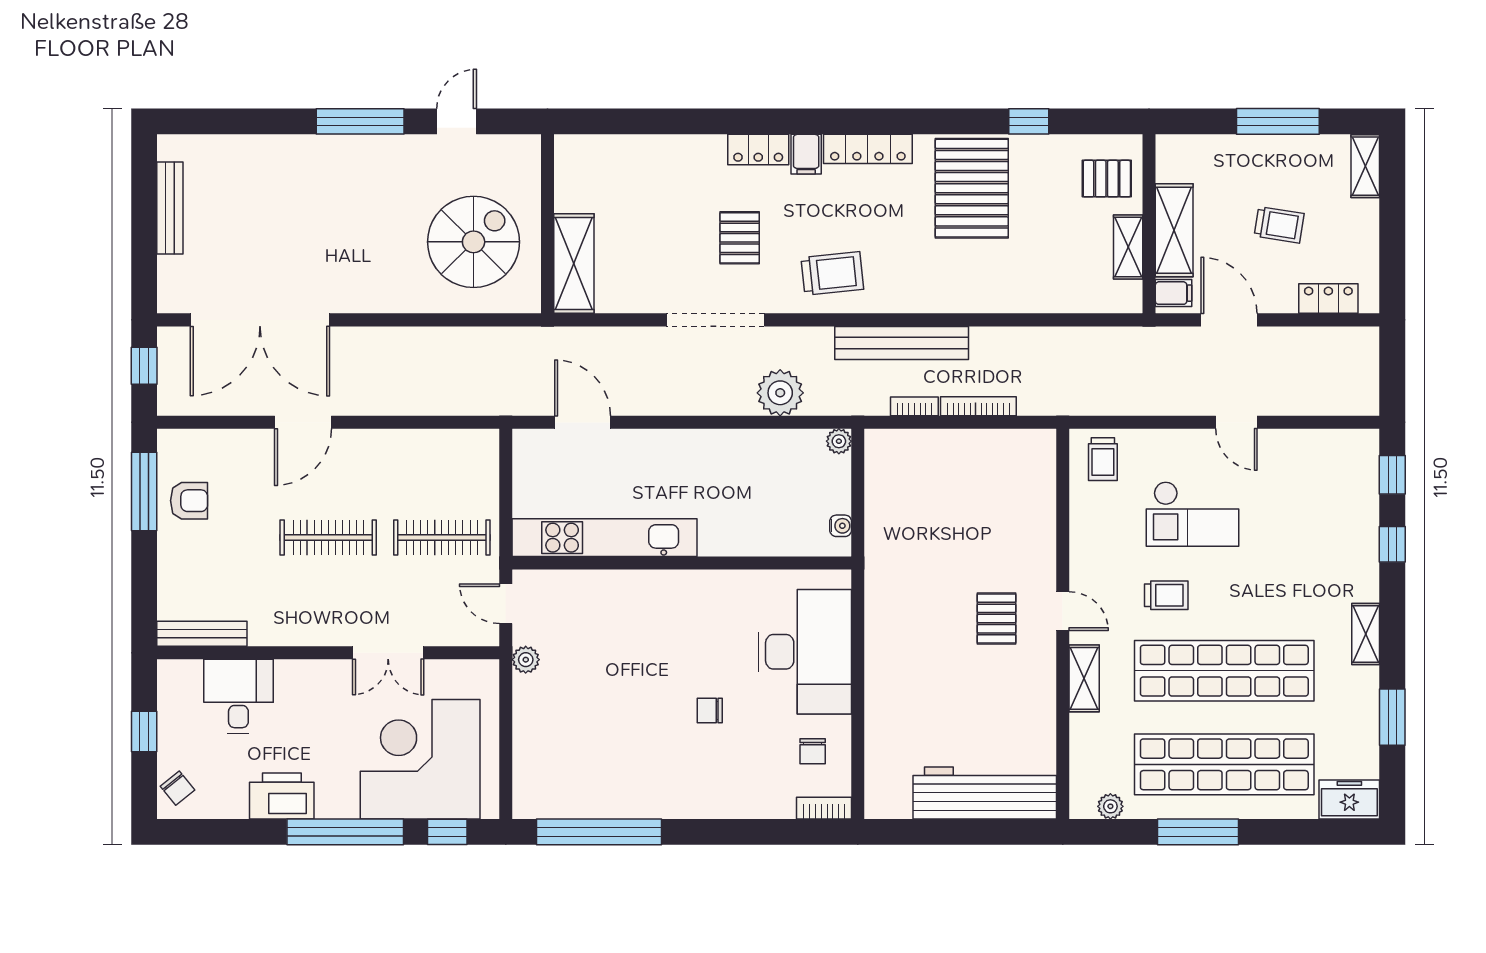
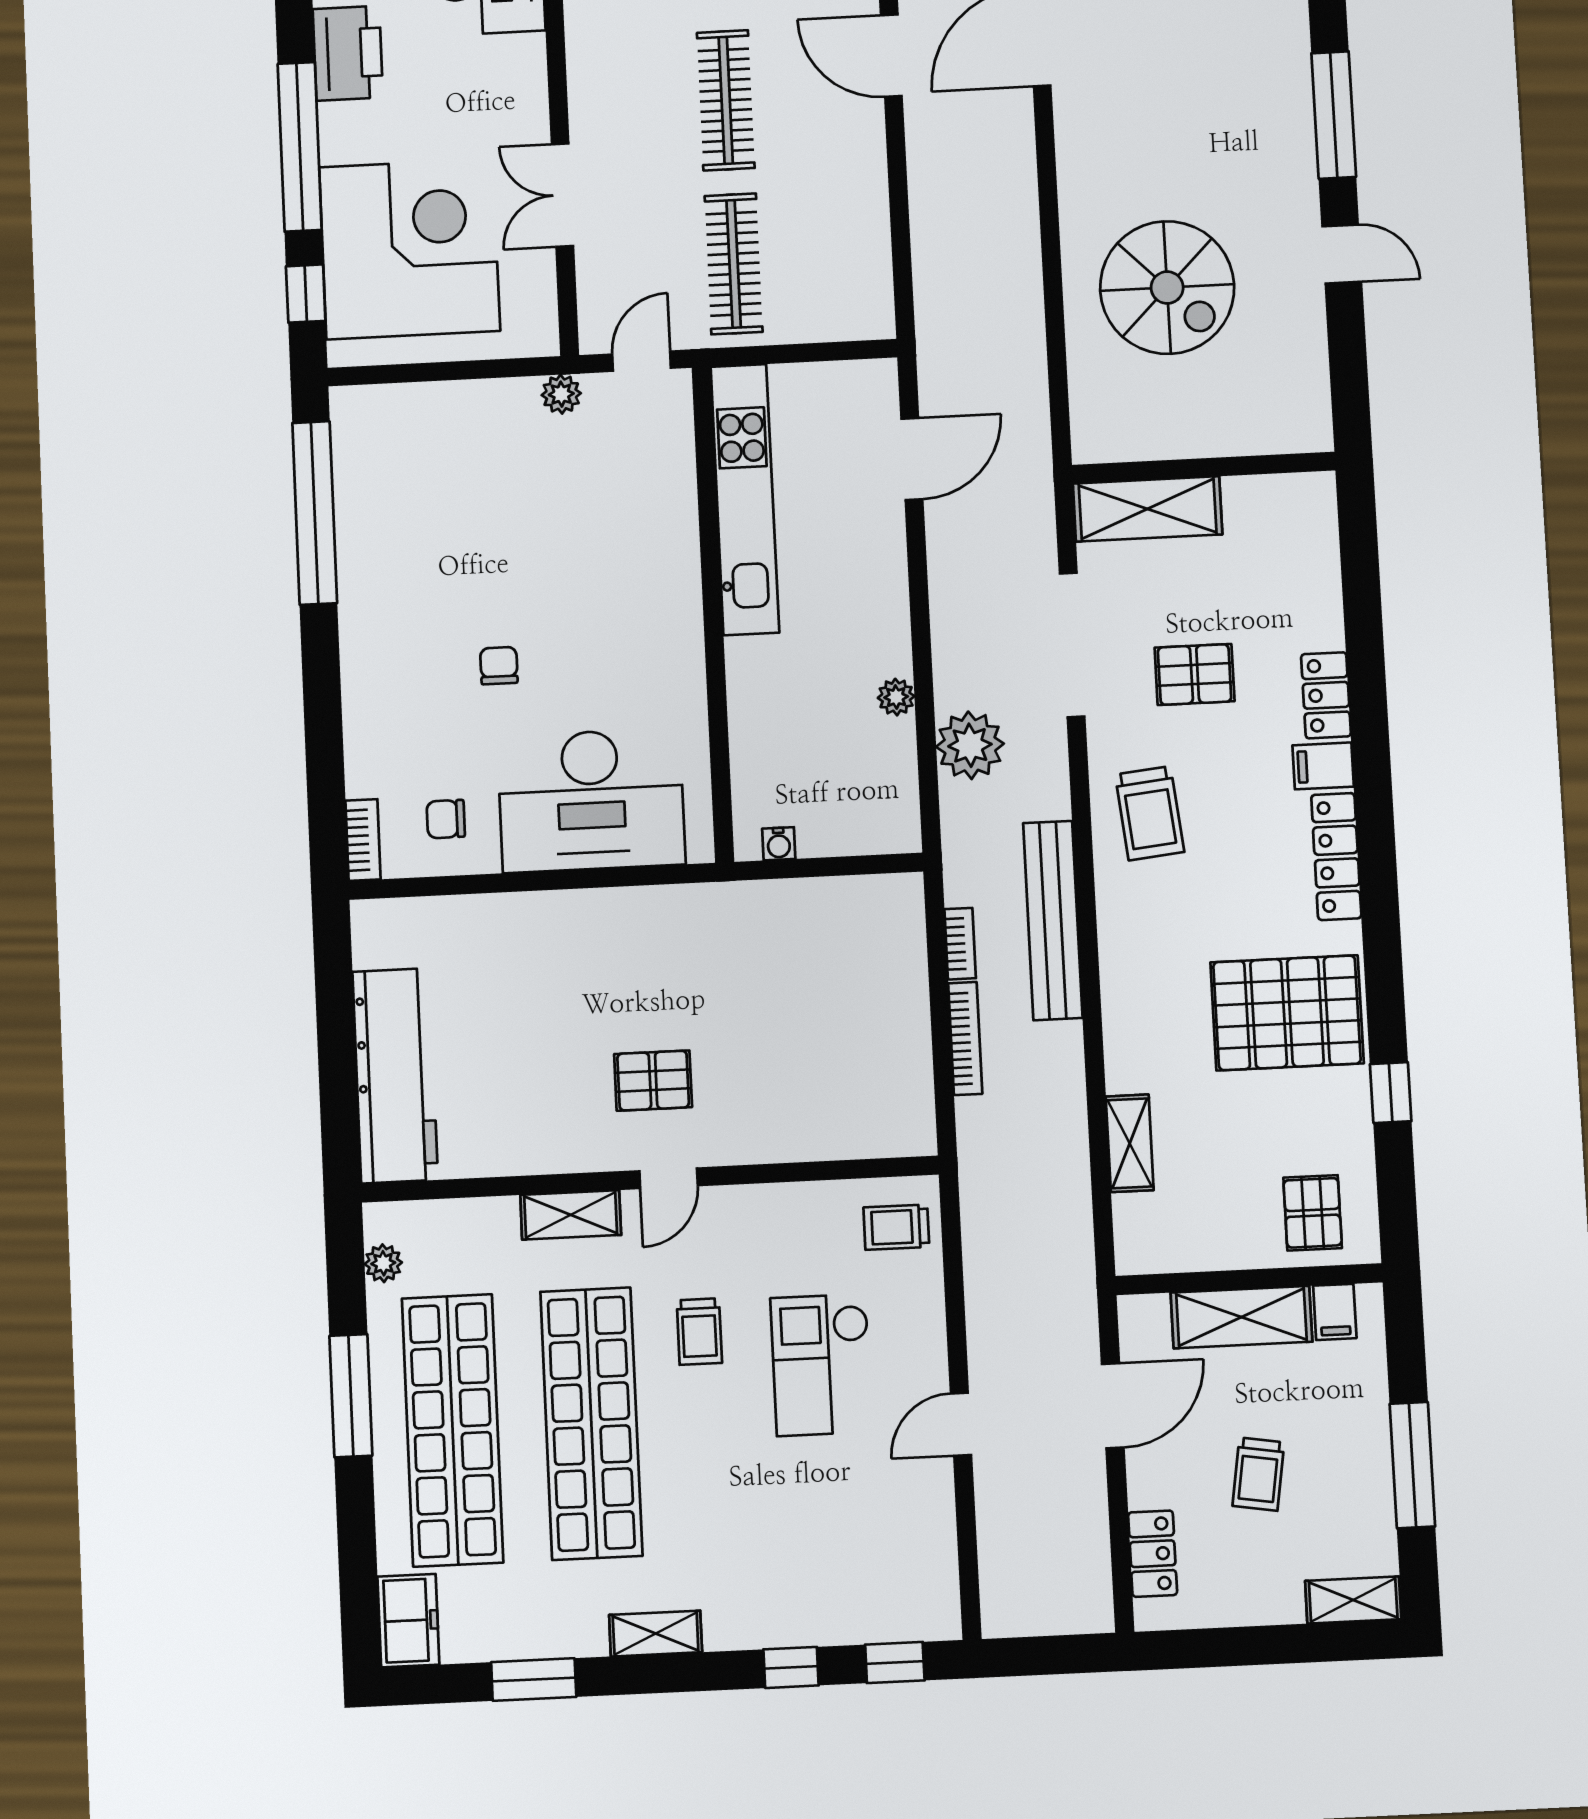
wall: (547, 224) -> (1204, 468), moved
shelving: (1128, 247) -> (1130, 1143), moved, turned 90
shelving: (574, 264) -> (1148, 509), moved
filing cabinet: (1174, 293) -> (1335, 1312), moved
plant: (839, 441) -> (896, 697), moved

